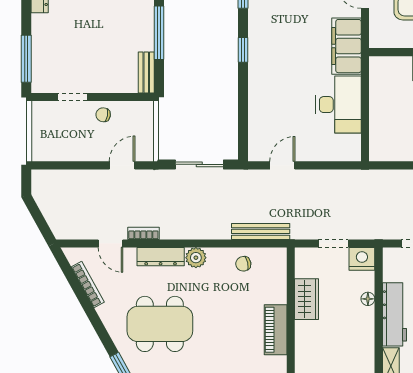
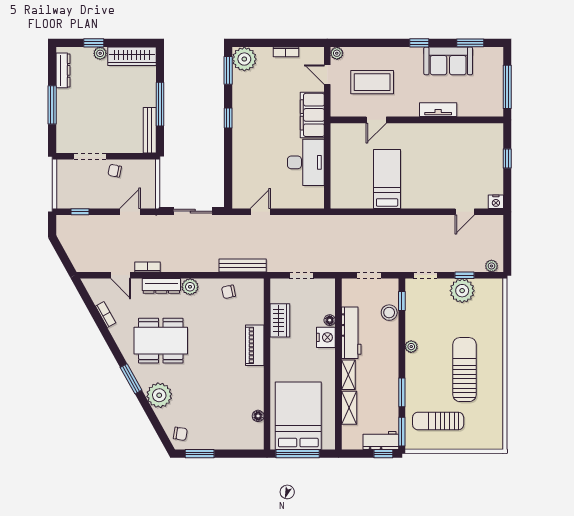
window: (26, 59) -> (52, 105), moved
bench: (146, 73) -> (150, 130), width x1.36
doorway: (73, 97) -> (90, 156), width x1.38
window: (60, 165) -> (80, 212), added
nightstand: (362, 259) -> (326, 337), moved, turned 90
bookcase: (88, 284) -> (106, 315), width x0.64

